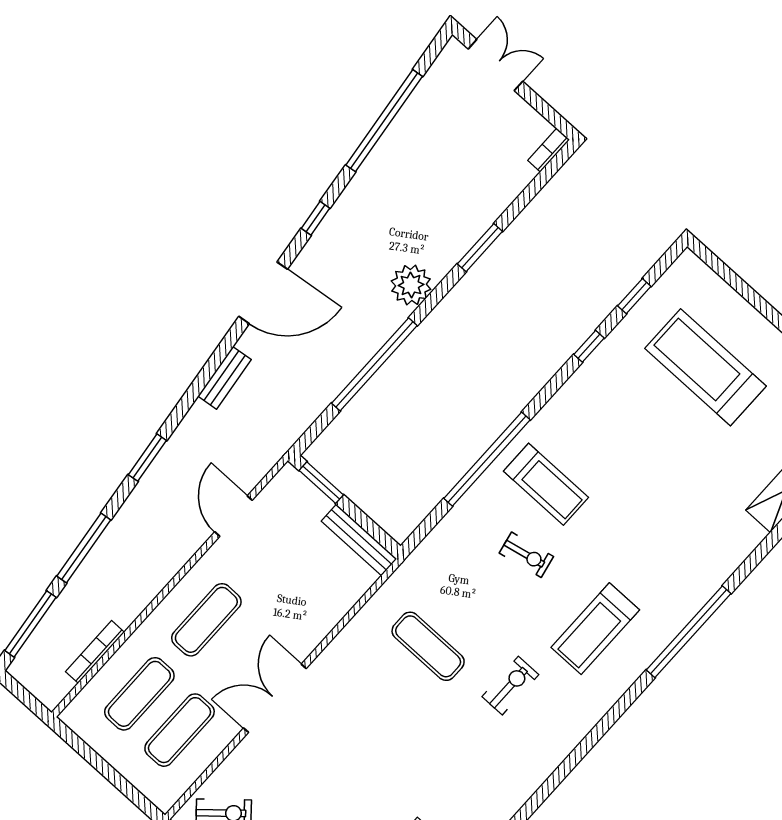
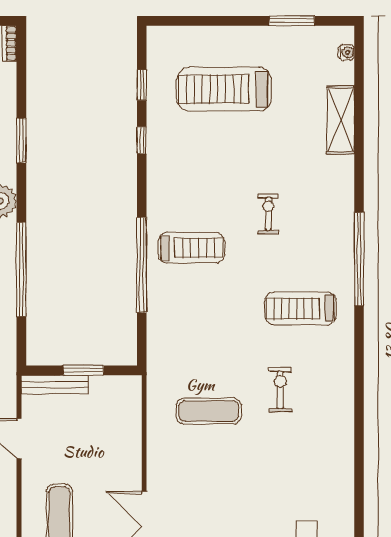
window: (321, 483) -> (83, 370), moved
bench: (359, 540) -> (55, 384), moved
exercise bike: (526, 555) -> (268, 214), moved, turned -78
treadmill: (595, 629) -> (301, 309), turned 90

